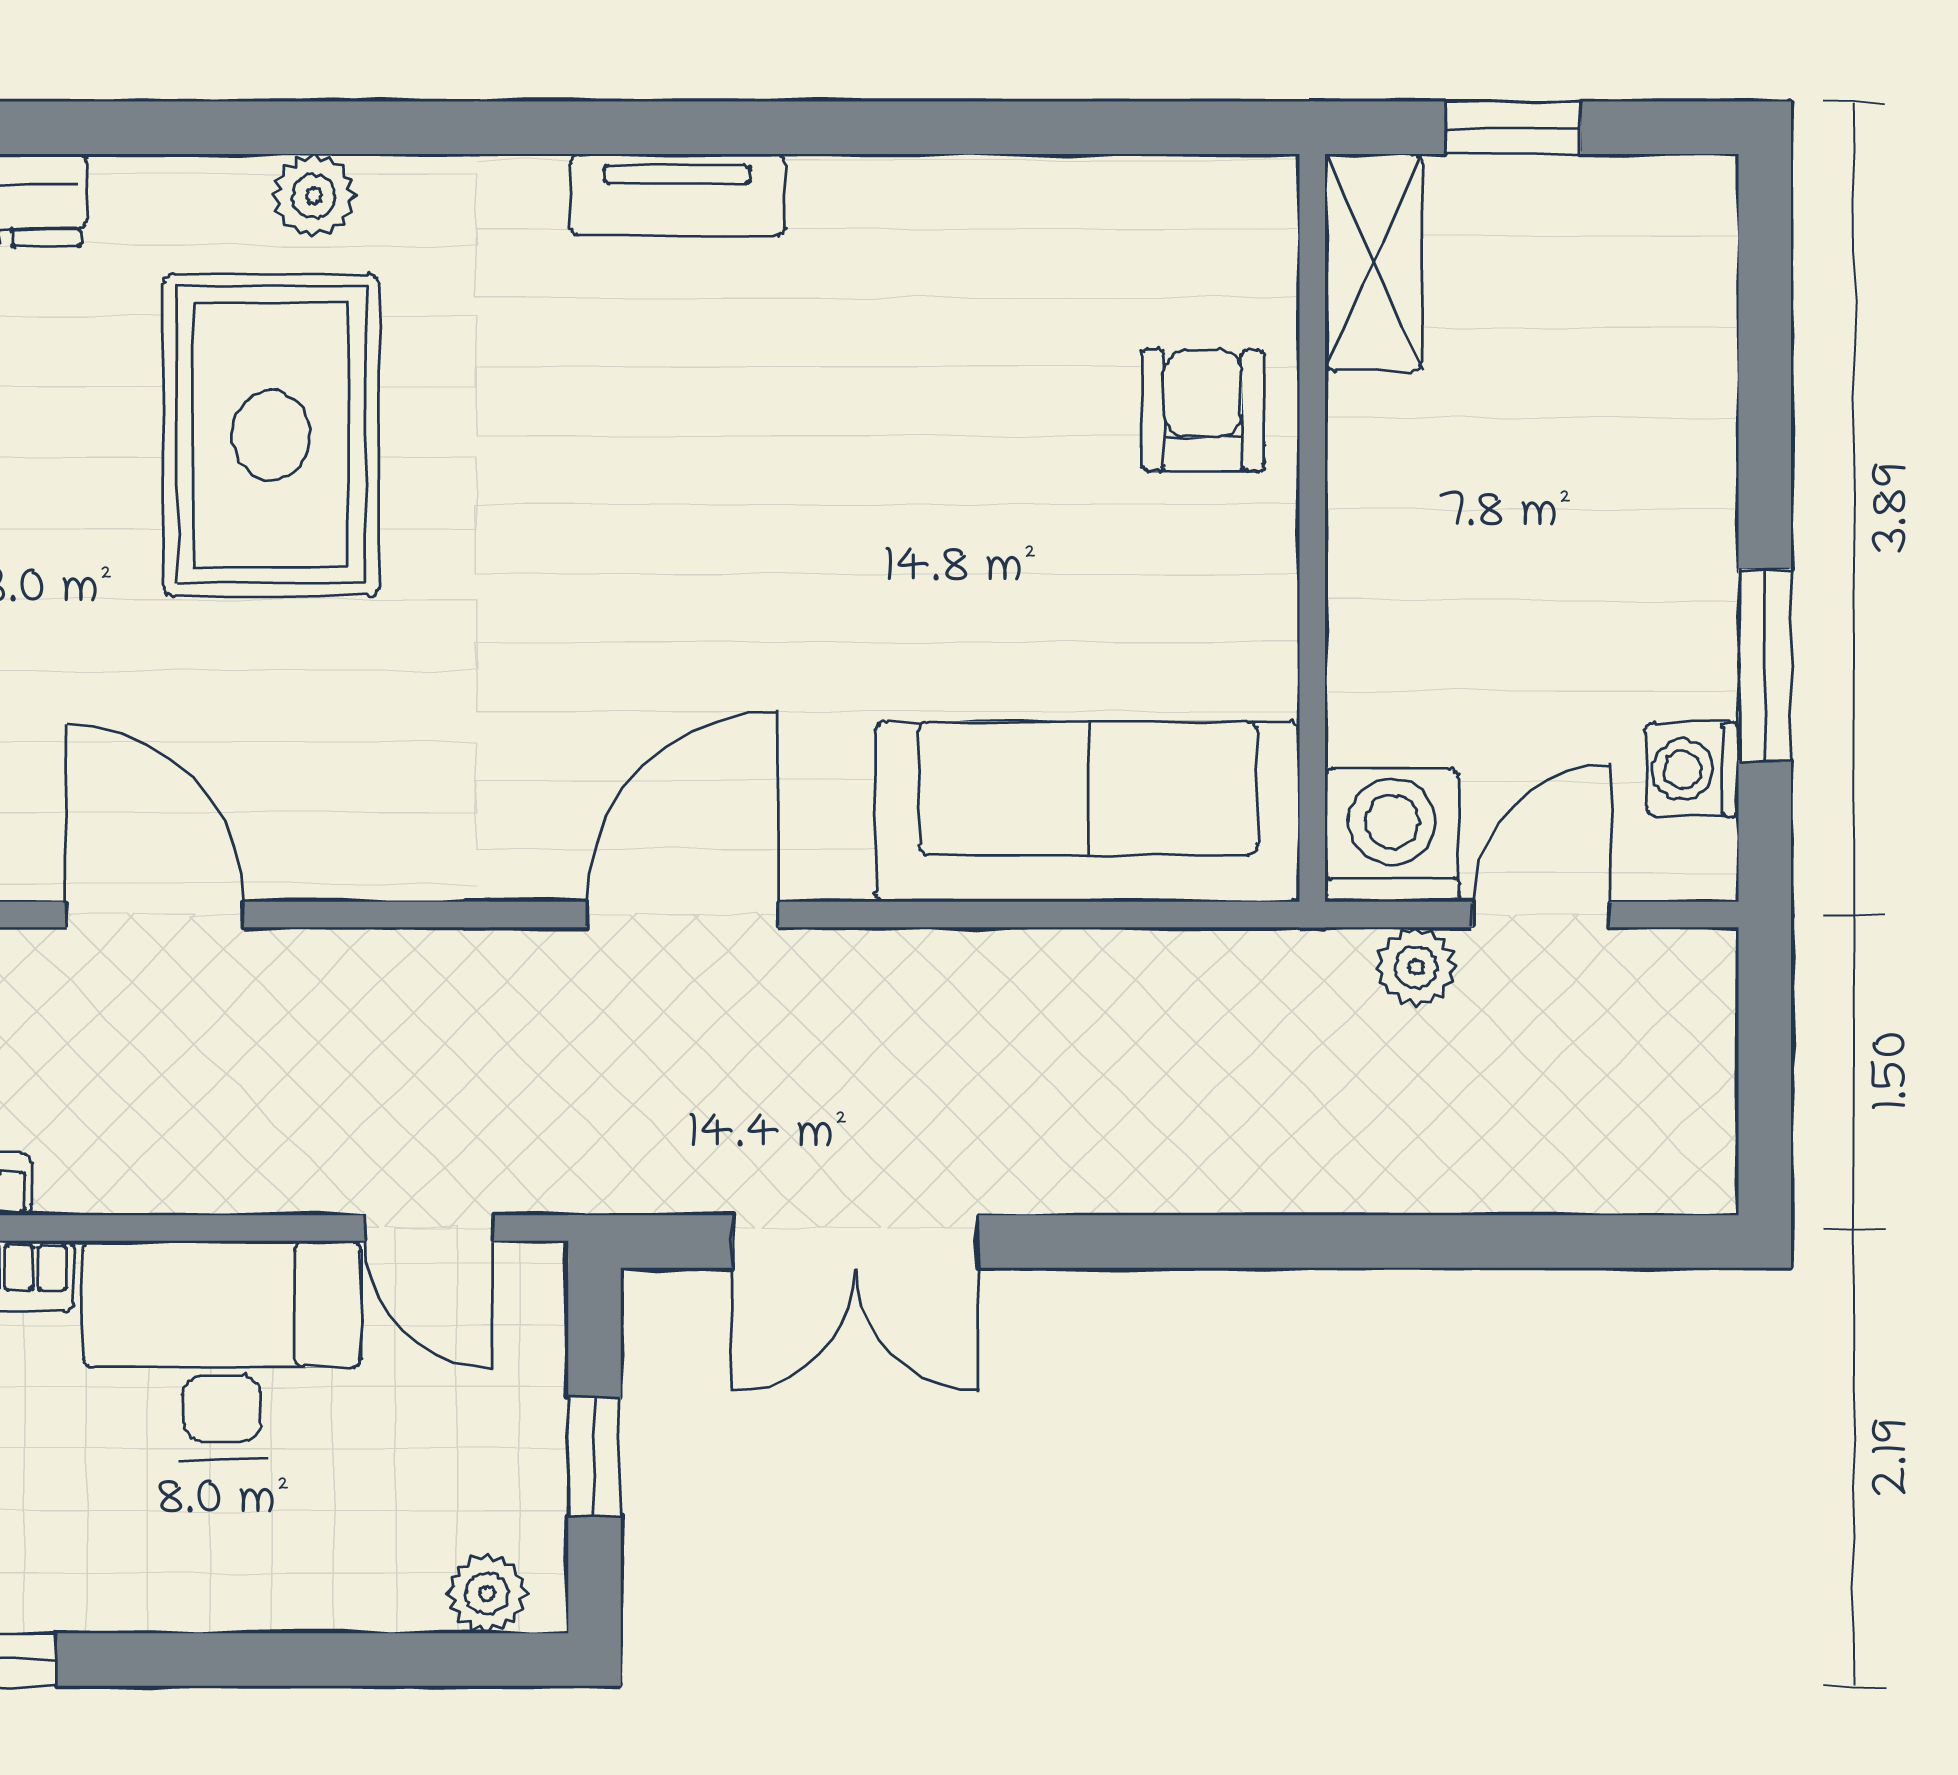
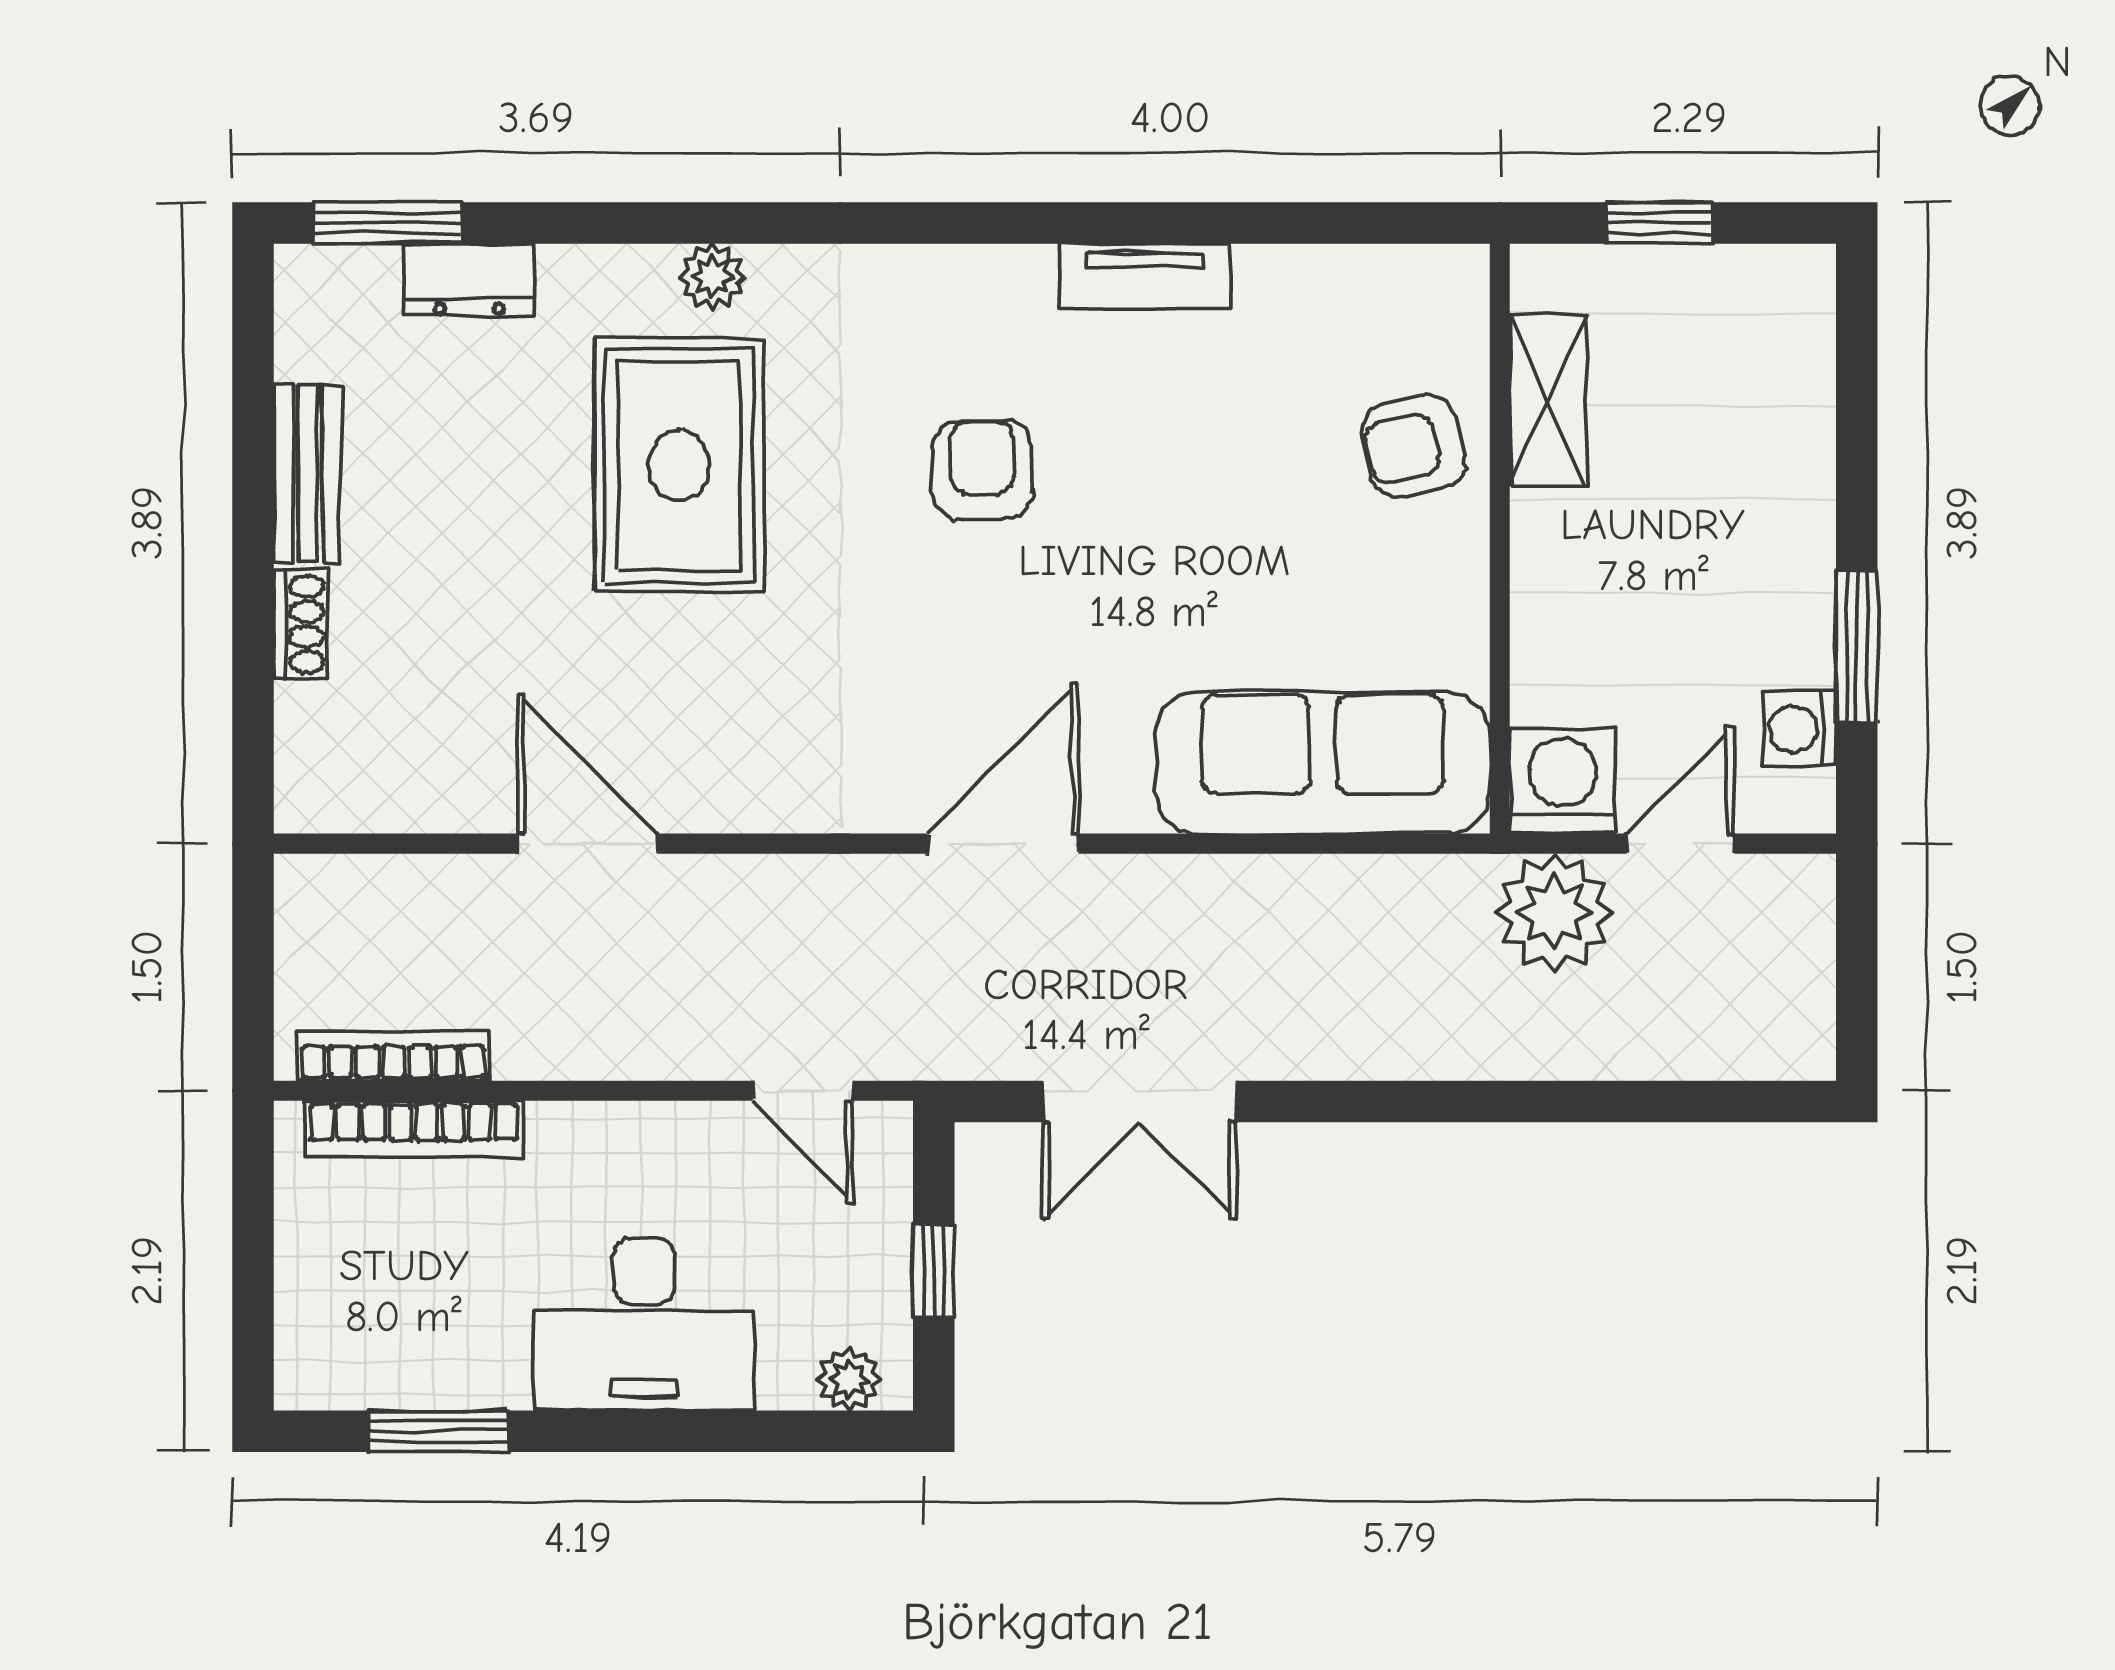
tv unit: (677, 195) -> (1145, 276), moved
shelving: (1374, 262) -> (1548, 401), moved
armchair: (1203, 410) -> (1414, 446), turned -103
armchair: (656, 441) -> (982, 470), added
plant: (1416, 967) -> (1554, 912), width x1.88, depth x1.88
desk: (222, 1350) -> (644, 1324), moved, turned 180

